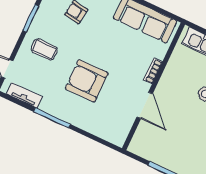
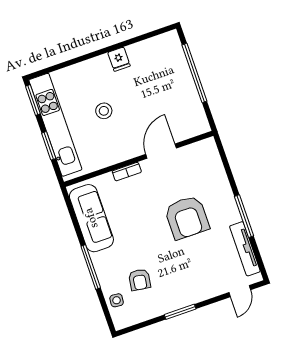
coffee table: (44, 49) -> (195, 276), removed
tv unit: (24, 95) -> (245, 249), width x1.41

